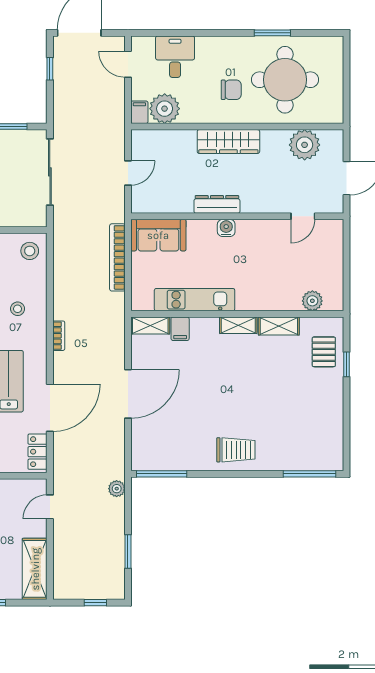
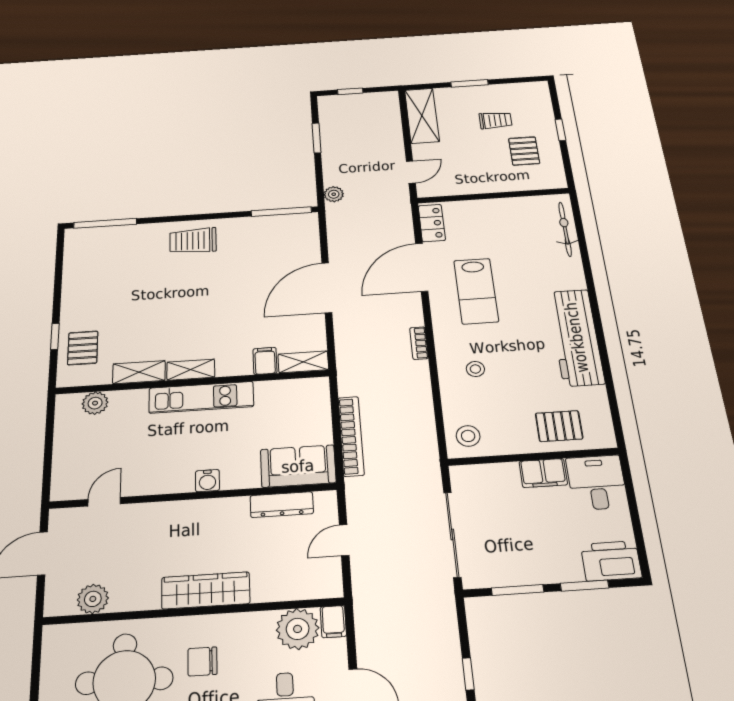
plant: (305, 145) -> (93, 599), width x0.73, depth x0.73
dresser: (217, 204) -> (282, 505), moved
kitchen unit: (195, 300) -> (201, 397), moved

